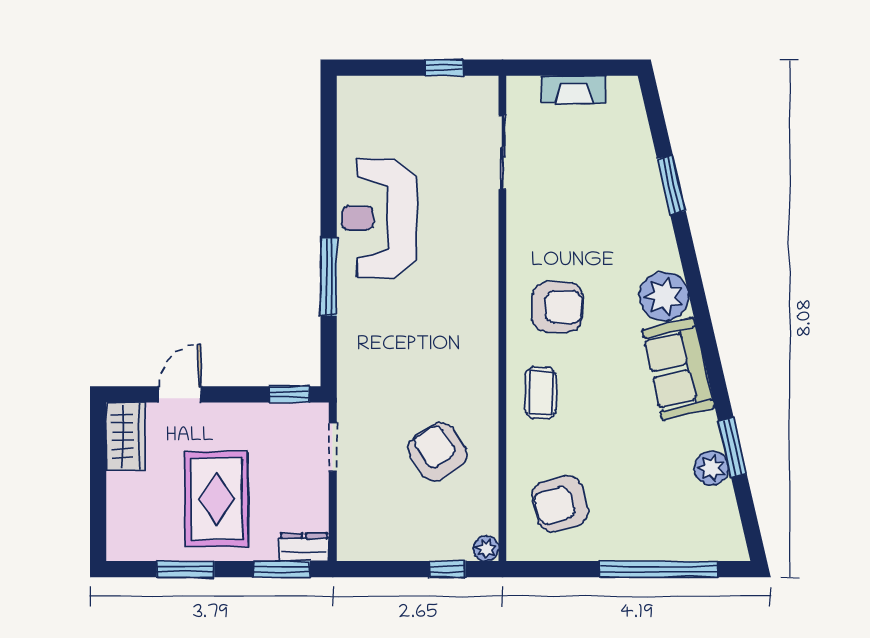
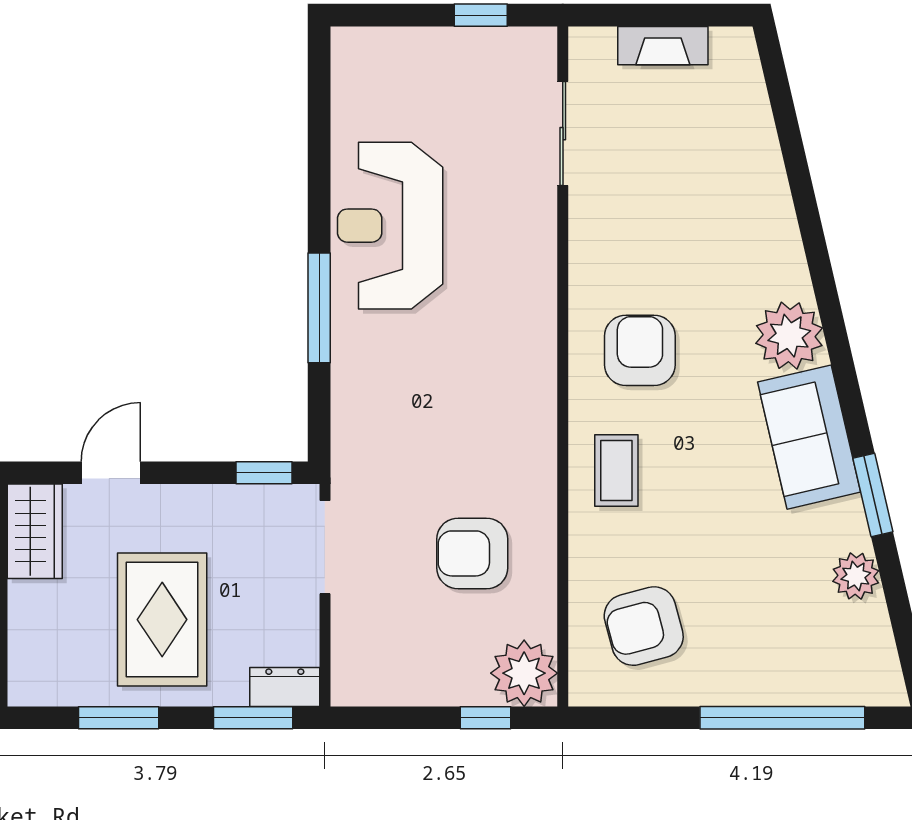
window: (671, 185) -> (800, 179), removed
armchair: (557, 307) -> (640, 350), turned -90
doorway: (333, 447) -> (325, 547), width x1.38
window: (732, 447) -> (873, 495), moved
armchair: (438, 452) -> (472, 553), turned -57
plant: (486, 548) -> (524, 673), width x1.87, depth x1.87

